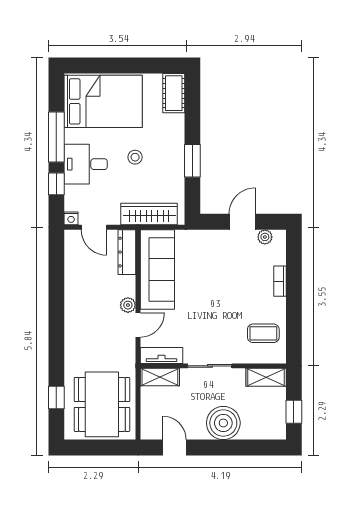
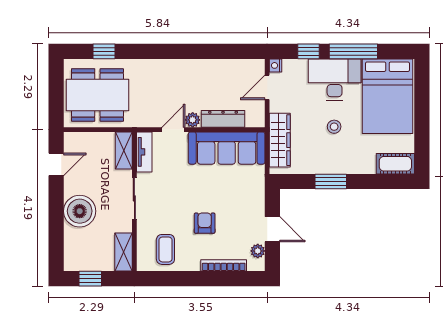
desk: (86, 164) -> (335, 79), width x1.37
dresser: (127, 252) -> (223, 119), moved
bookcase: (280, 281) -> (224, 265), width x1.56
armchair: (236, 292) -> (205, 223), added
door: (138, 325) -> (173, 130), swing flipped

